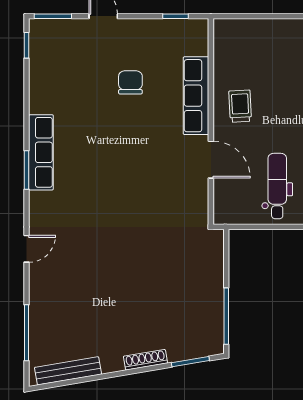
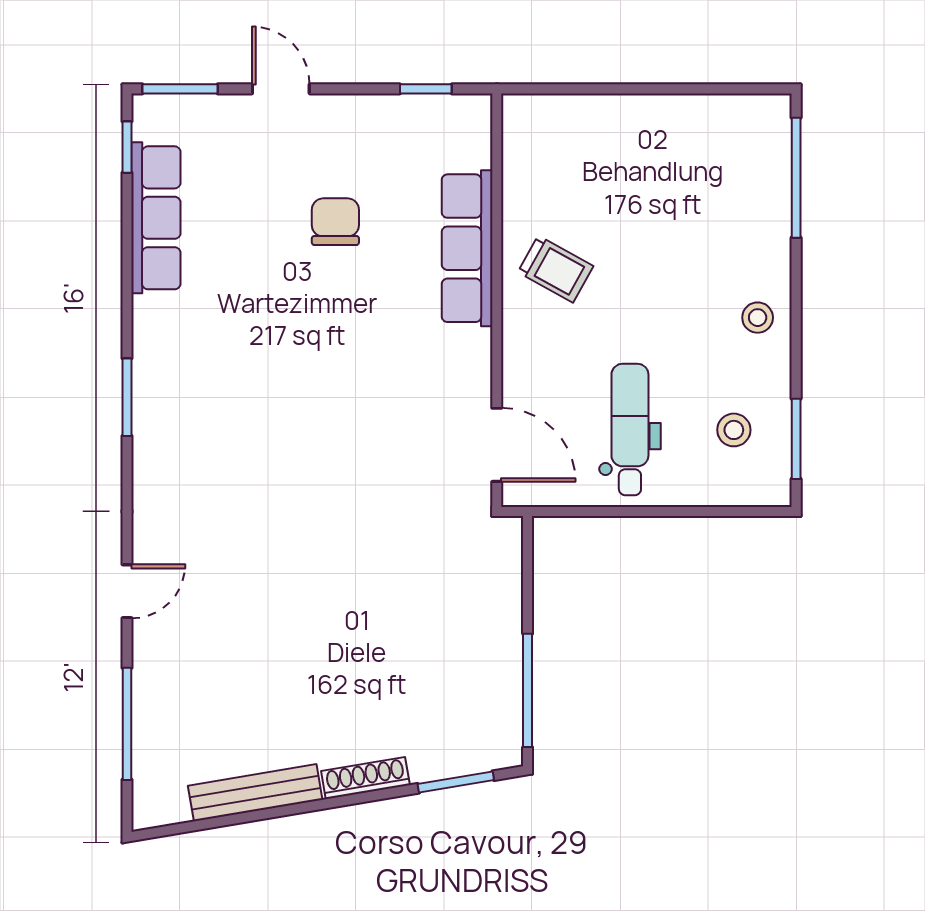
trolley: (240, 106) -> (556, 269), turned 122
row of seats: (41, 152) -> (156, 218), moved
door: (211, 160) -> (497, 445), moved
door: (27, 249) -> (127, 591), moved
bench: (68, 371) -> (255, 793), moved

